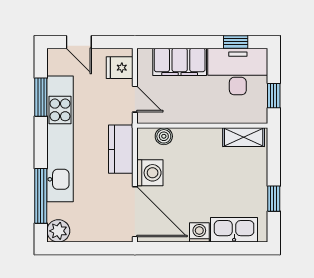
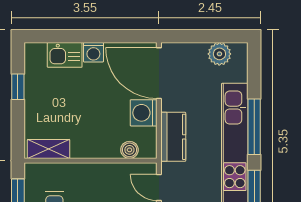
window: (41, 196) -> (254, 127), moved
kitchen sink: (234, 230) -> (65, 55), width x0.73
plant: (58, 231) -> (219, 54), moved

